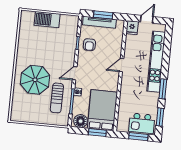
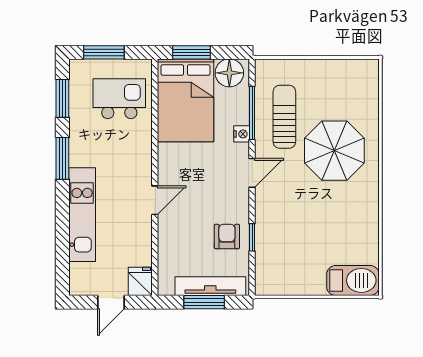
barbecue: (47, 20) -> (353, 280), moved
kitchen unit: (156, 62) -> (82, 215), width x0.73
kitchen island: (142, 123) -> (119, 99), moved

